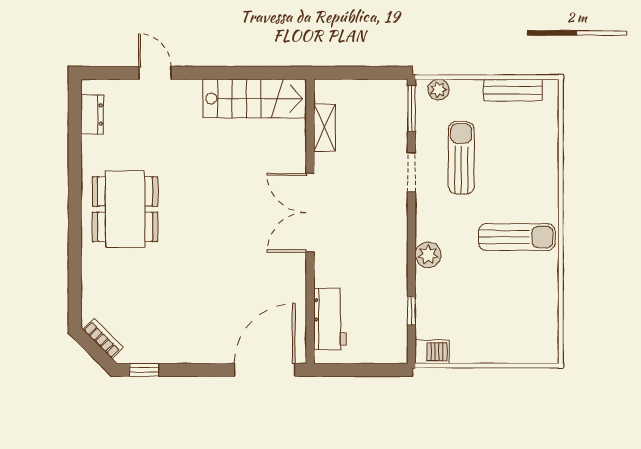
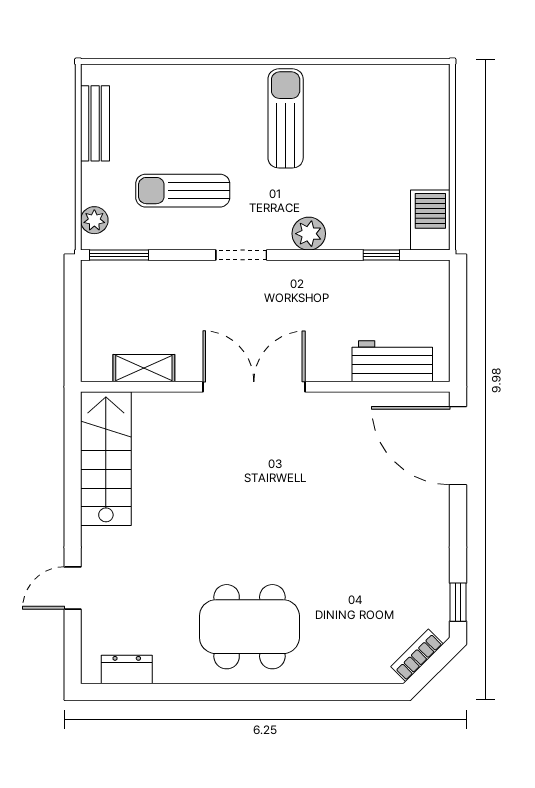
doorway: (412, 172) -> (241, 255), moved
double door: (310, 213) -> (254, 387), swing flipped
barbecue: (432, 352) -> (430, 220), width x1.38, depth x1.27

